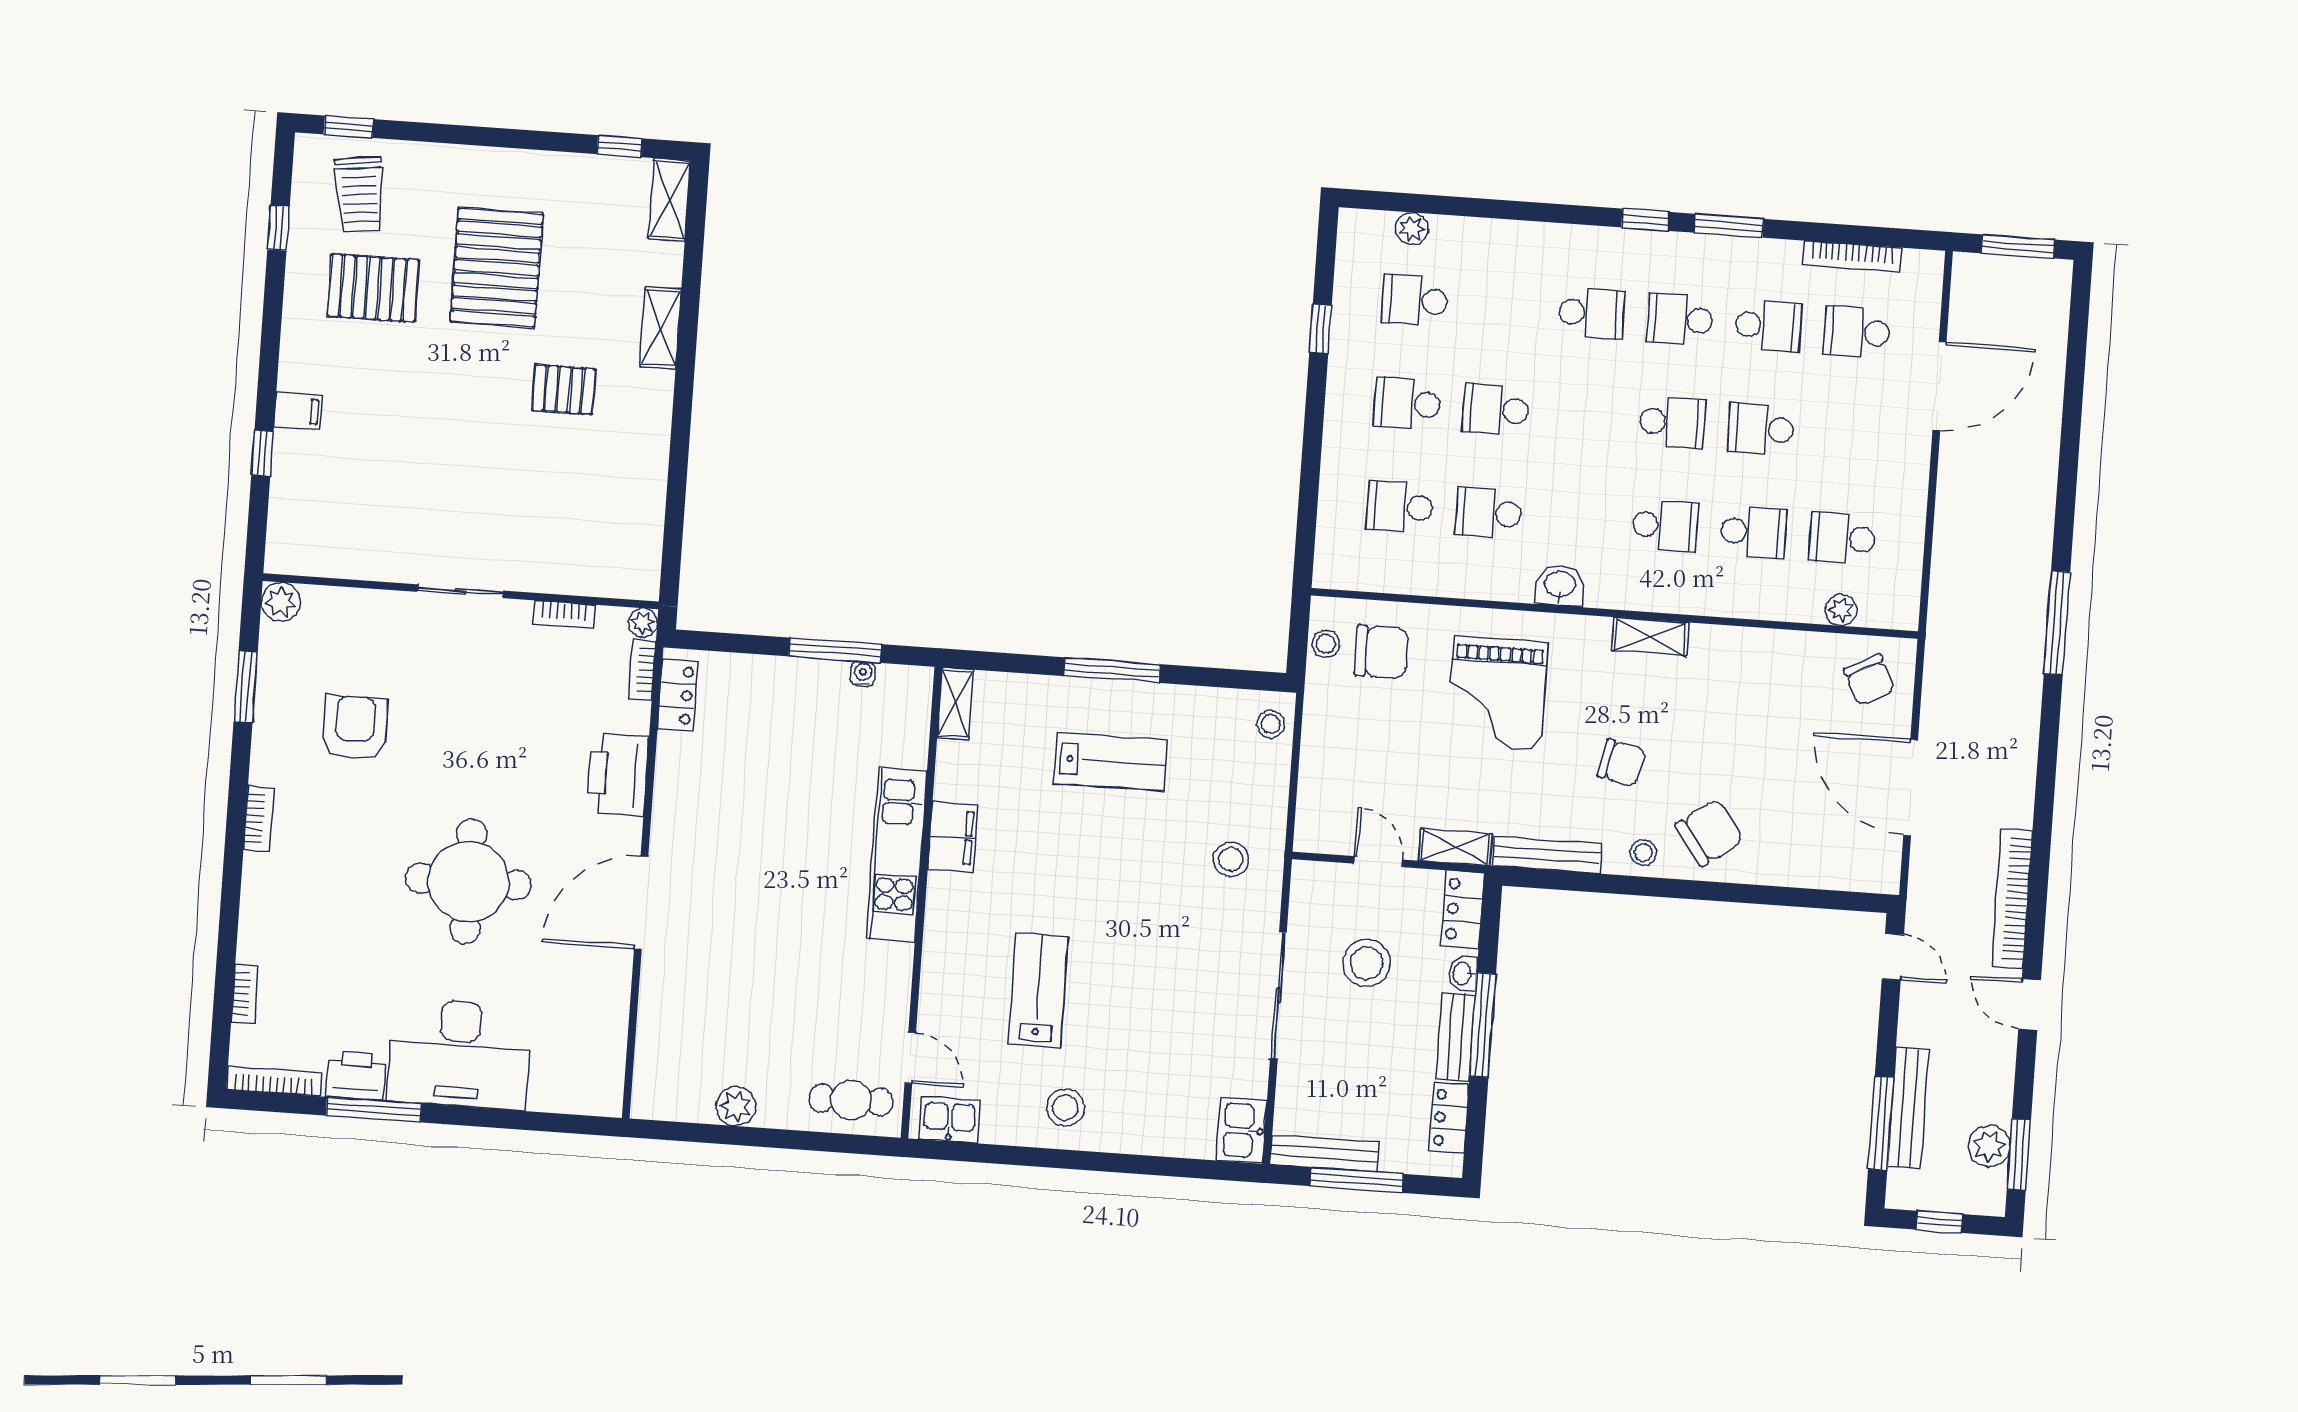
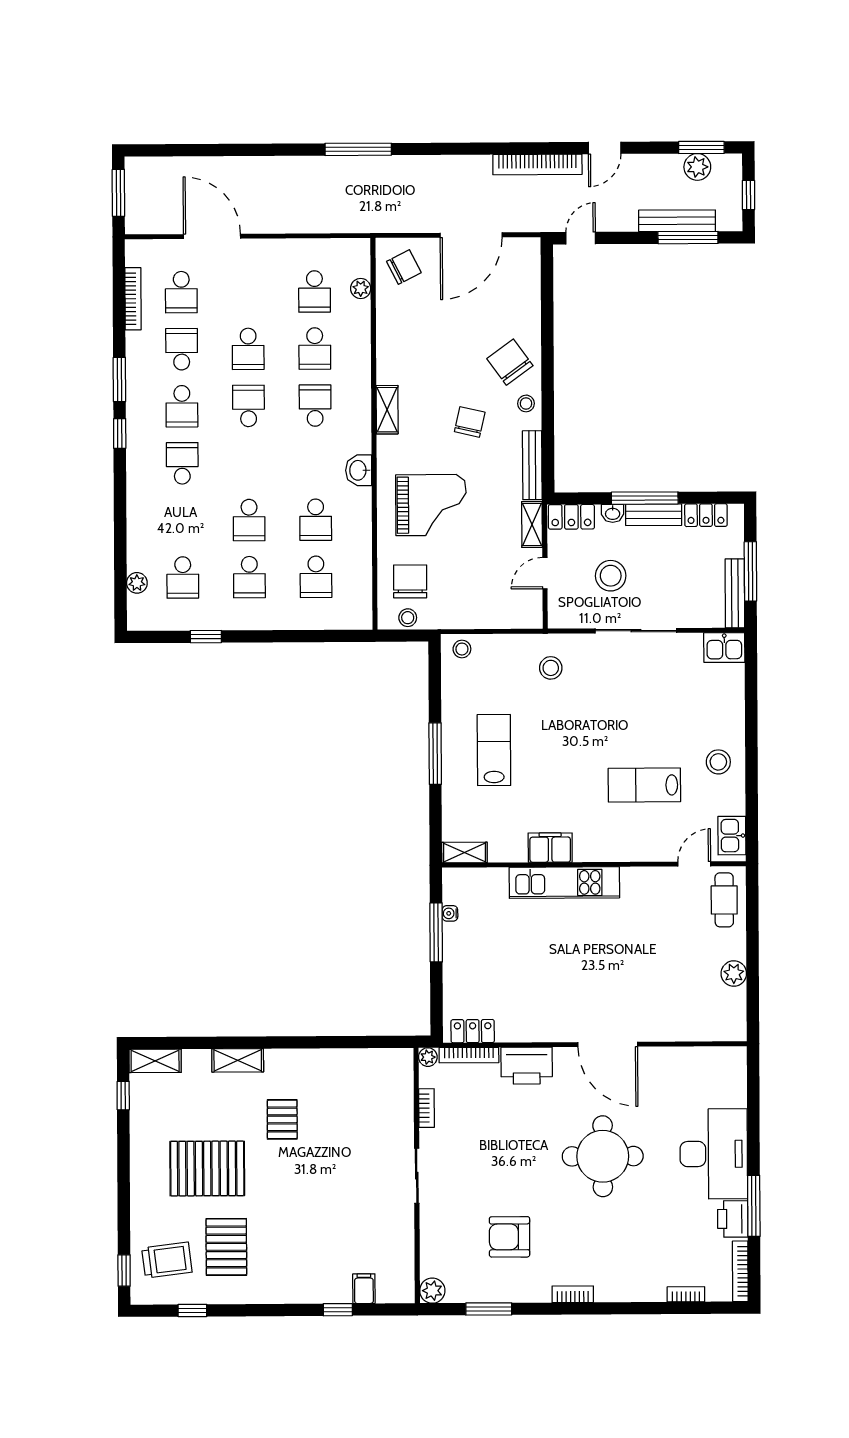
filing cabinet: (298, 411) -> (364, 1289), moved
school desk: (1754, 532) -> (315, 348), turned 180
bookcase: (642, 670) -> (469, 1055), width x1.56

